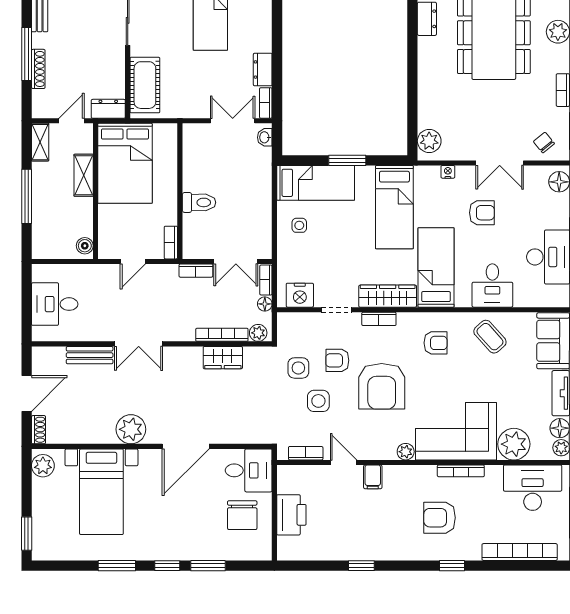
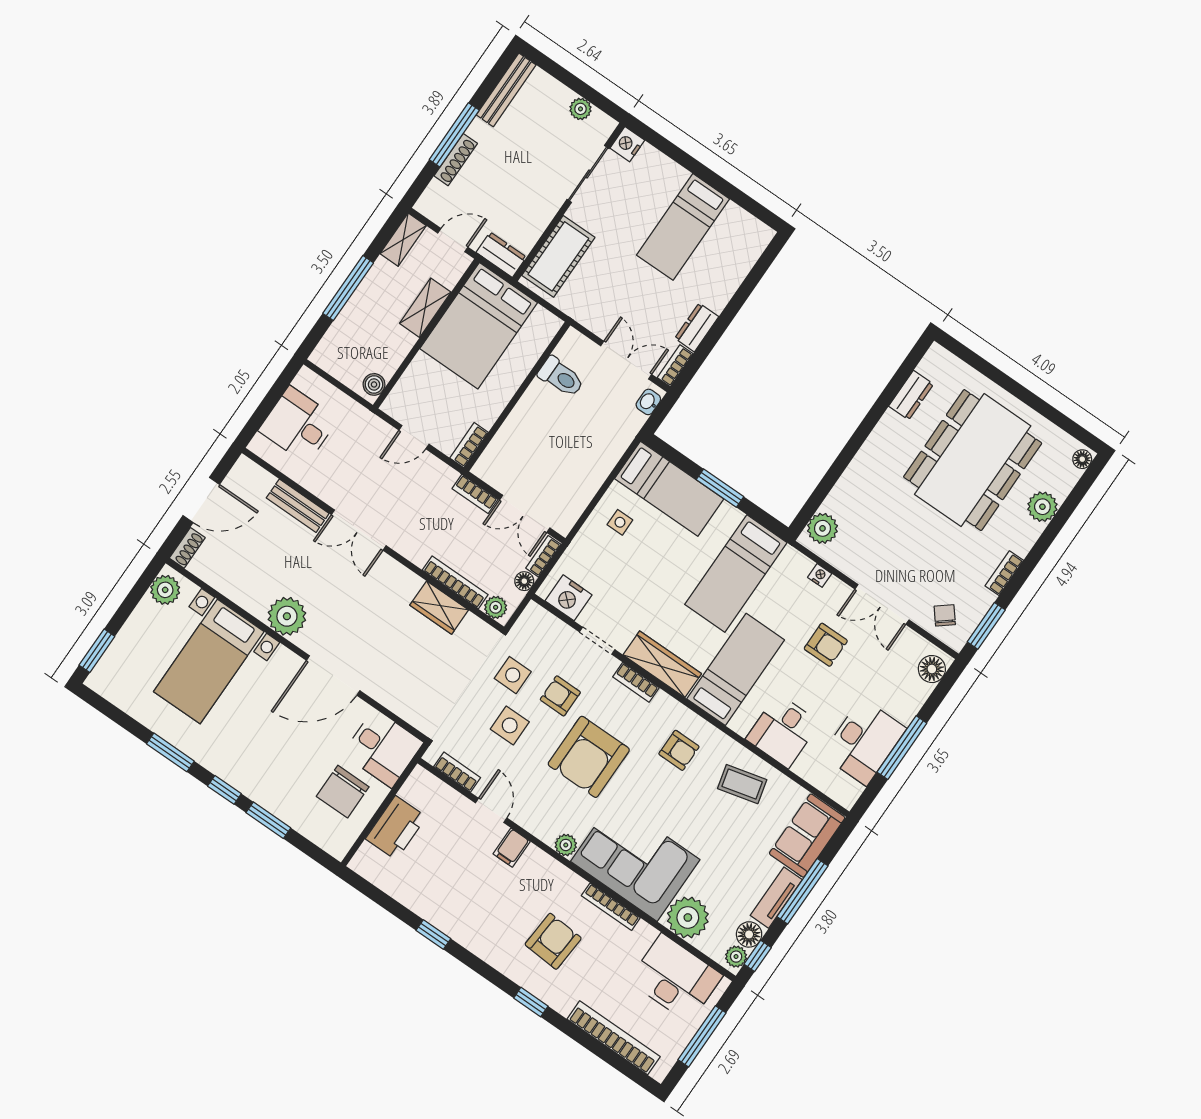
toilet: (199, 202) -> (561, 377), moved
coffee table: (490, 337) -> (742, 784), turned -62
armchair: (440, 518) -> (553, 941), turned 94

